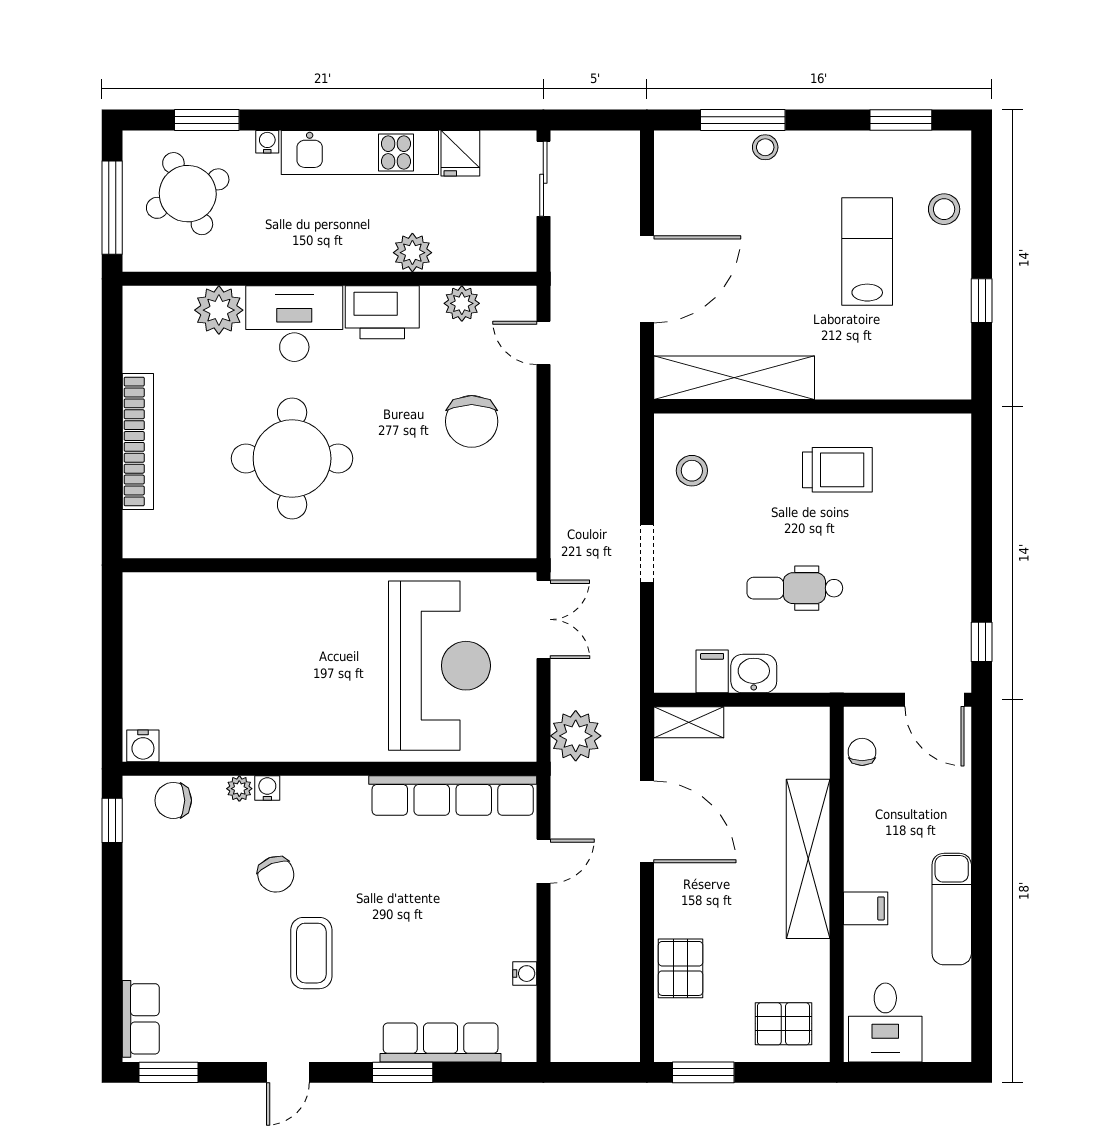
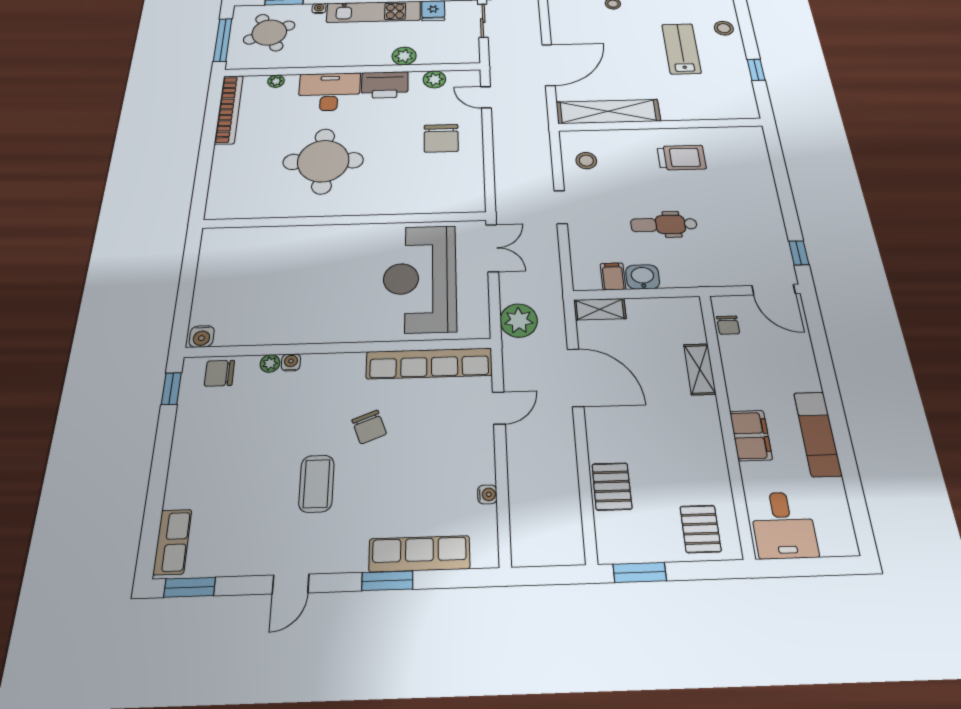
plant: (219, 310) -> (276, 81), width x0.53, depth x0.53
bookcase: (138, 441) -> (229, 109), moved
reception desk: (440, 666) -> (420, 278), turned 180
chair: (862, 752) -> (728, 325), turned 180
shelving: (808, 859) -> (700, 369), width x0.45, depth x0.75
chair: (276, 874) -> (369, 427), moved
filing cabinet: (866, 908) -> (751, 435), width x2.00
pallet: (783, 1024) -> (700, 529), turned 90

